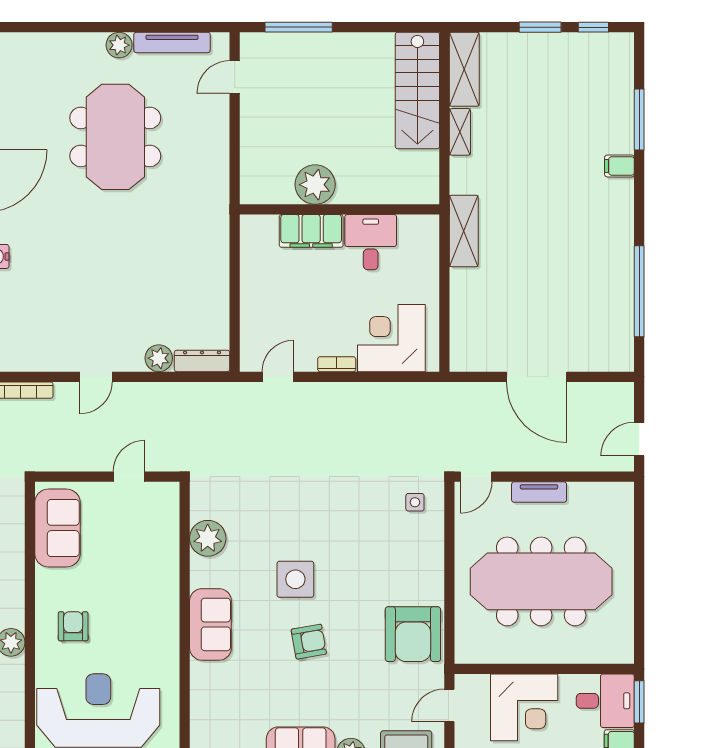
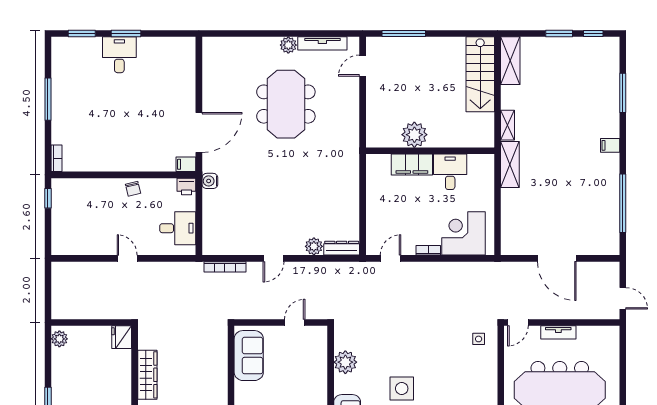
shelving: (460, 132) -> (508, 125), moved
filing cabinet: (619, 166) -> (610, 145), moved
door: (639, 439) -> (623, 298), swing flipped

